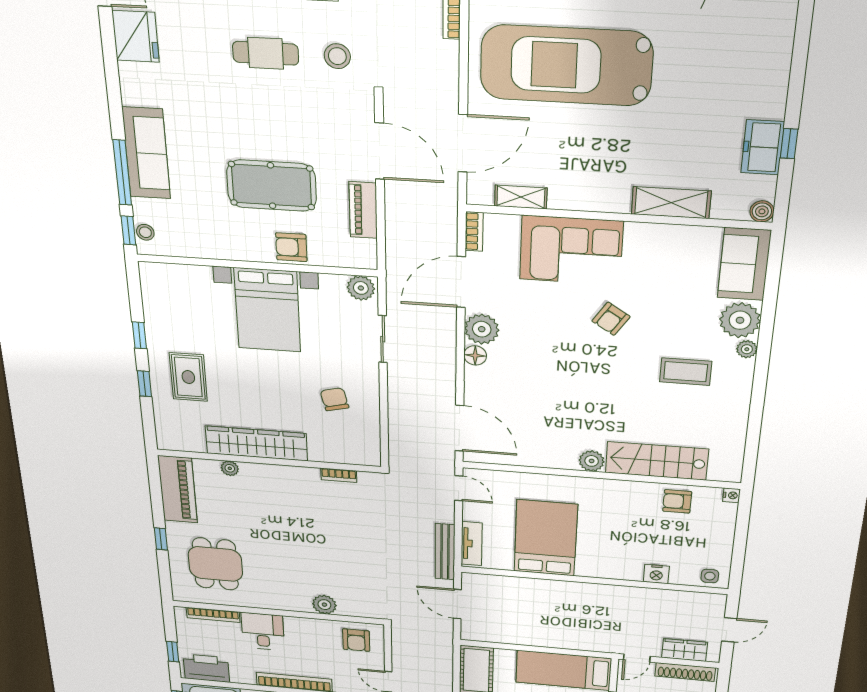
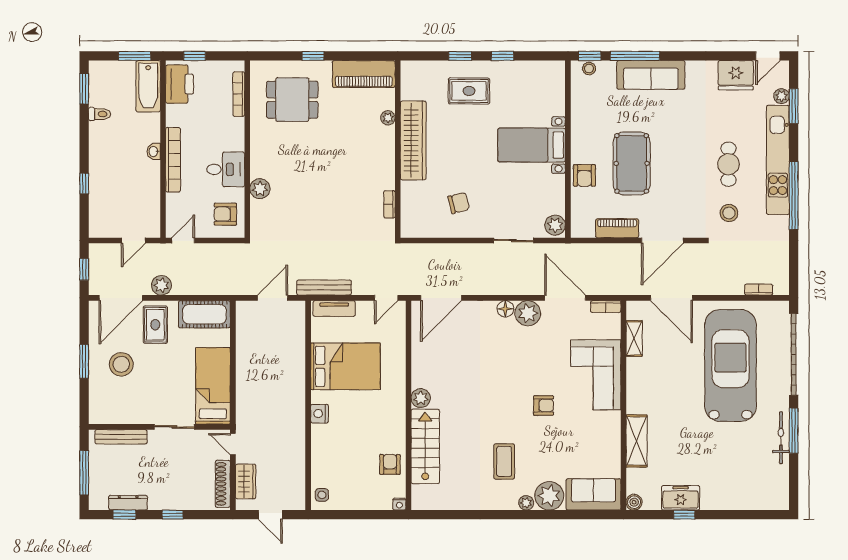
armchair: (291, 247) -> (584, 175), turned 180
bed with nightstands: (267, 310) -> (532, 145), width x0.73
armchair: (611, 319) -> (543, 406), turned 147
nightstand: (656, 574) -> (320, 414), moved
desk: (263, 631) -> (226, 169), moved

